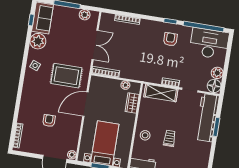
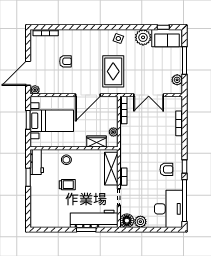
door: (85, 104) -> (88, 95), swing flipped

